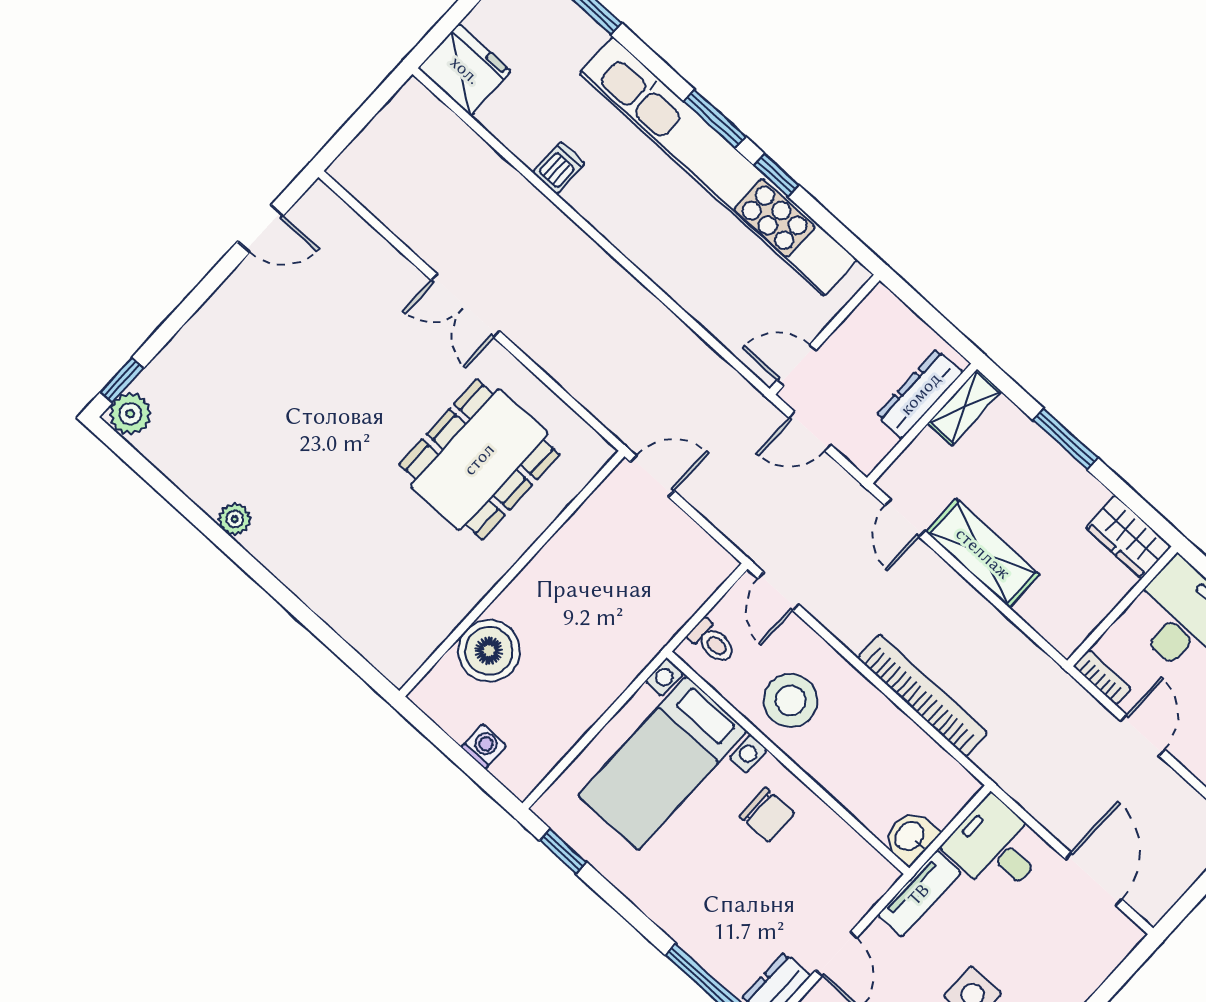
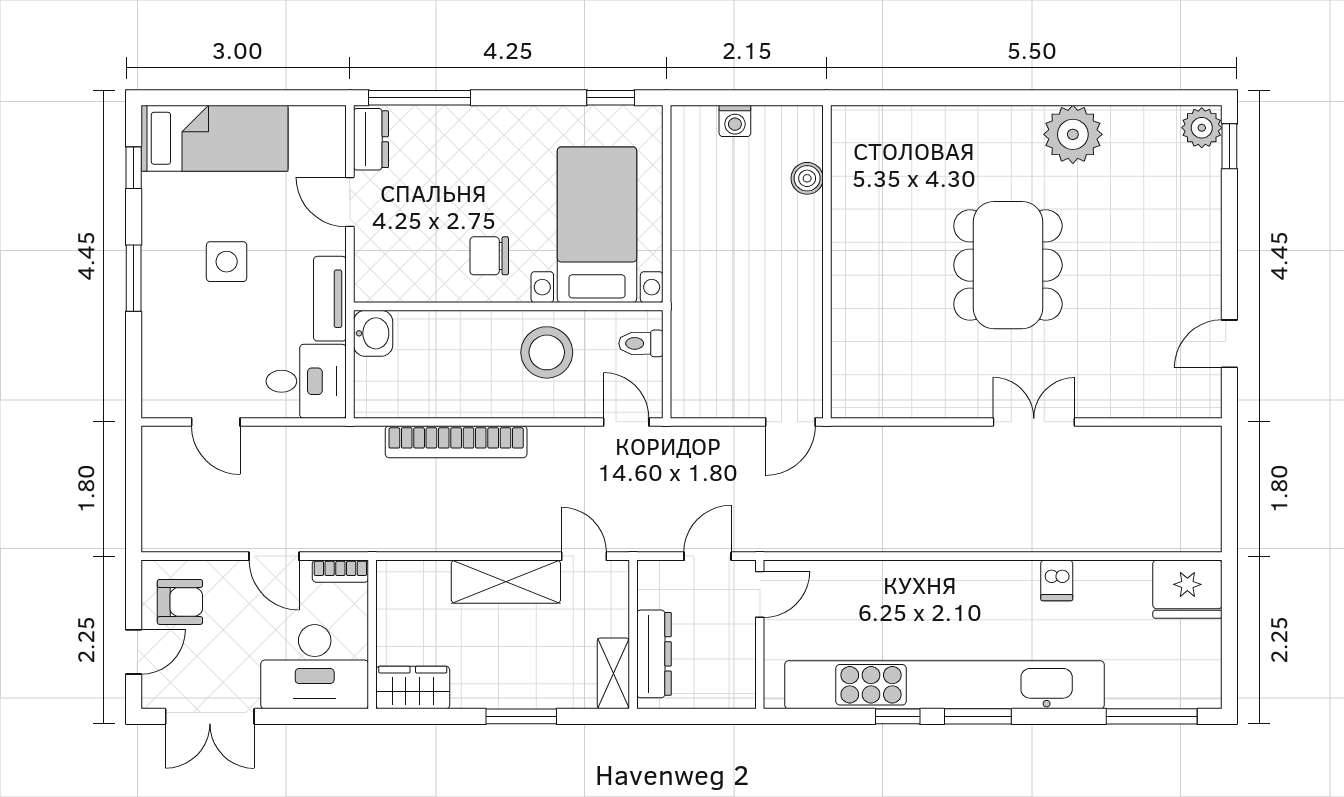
dining table: (479, 459) -> (1008, 265), moved
plant: (235, 519) -> (1073, 134), width x1.88, depth x1.88
boiler: (489, 651) -> (807, 178), width x0.54, depth x0.54
door: (1093, 879) -> (216, 422), width x0.73

